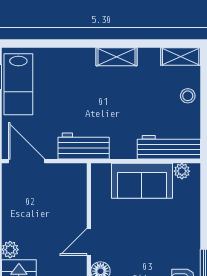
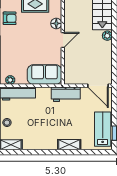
shelving: (116, 57) -> (69, 145), moved
sofa: (142, 181) -> (44, 75), moved

